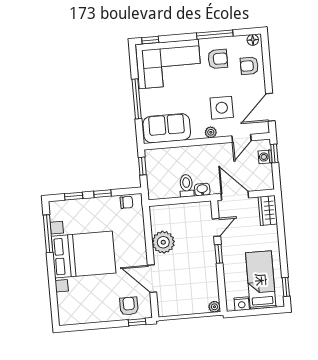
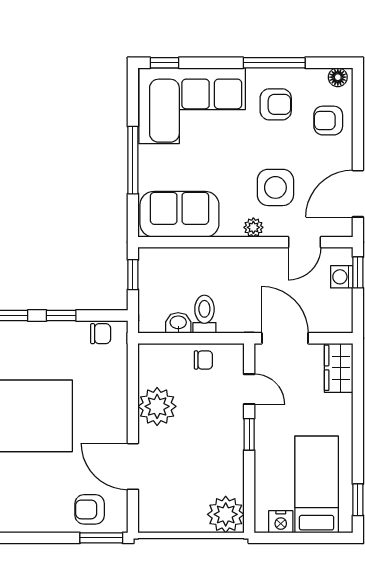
washbasin: (202, 189) -> (178, 323), moved
chair: (188, 213) -> (203, 360), added
door: (216, 227) -> (249, 389), hinge flipped
armchair: (129, 306) -> (90, 509), turned -90
plant: (214, 307) -> (226, 514), width x1.88, depth x1.88
window: (137, 322) -> (101, 538), width x1.50

